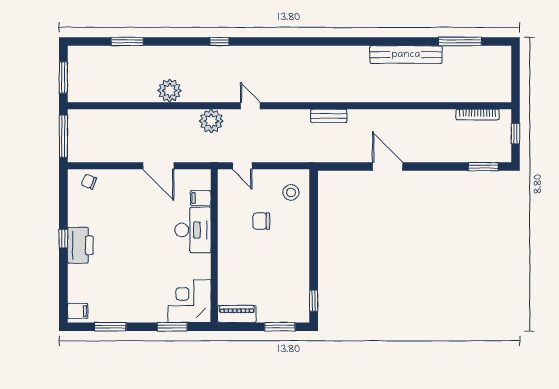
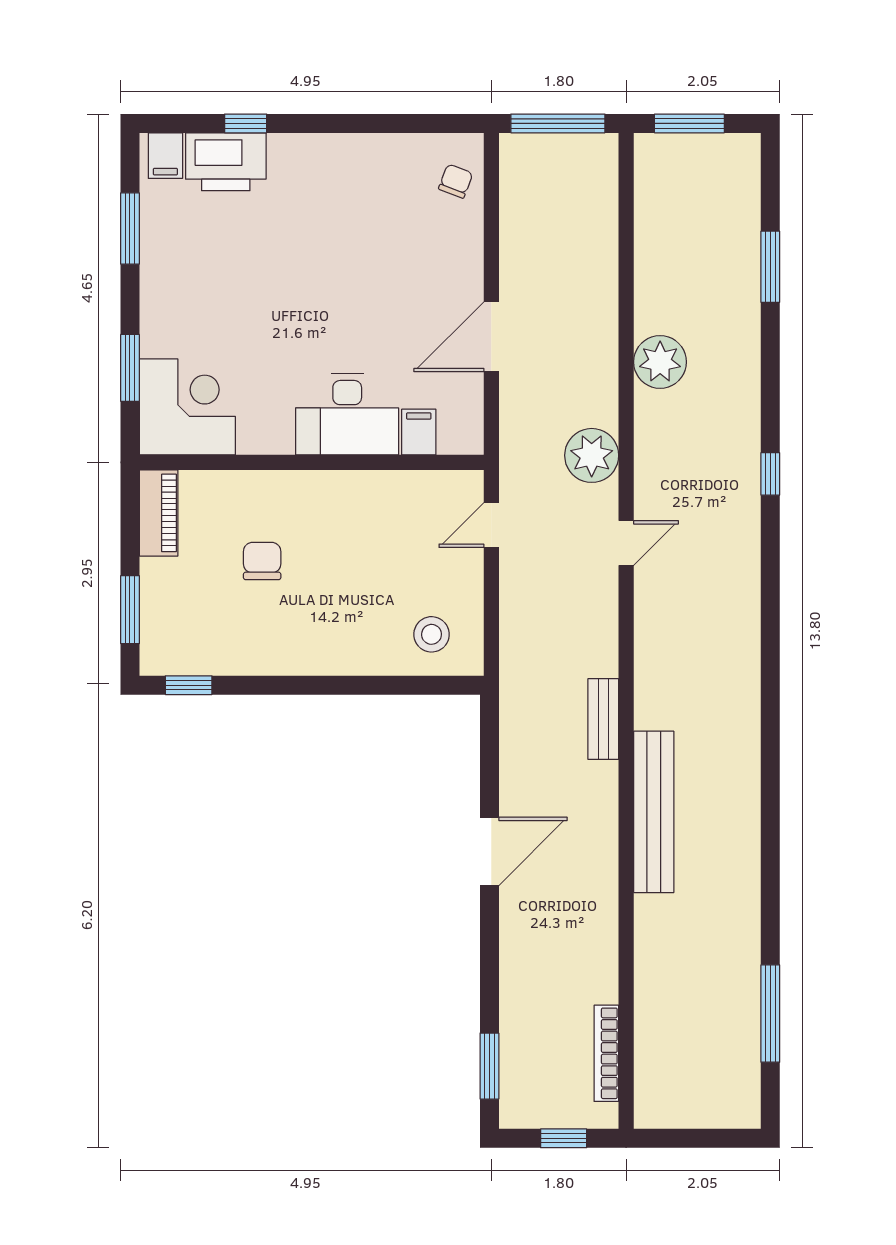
bench: (406, 55) -> (654, 812), moved
chair: (261, 221) -> (262, 561), moved
window: (63, 239) -> (246, 123), moved
printer: (80, 245) -> (226, 162), moved

